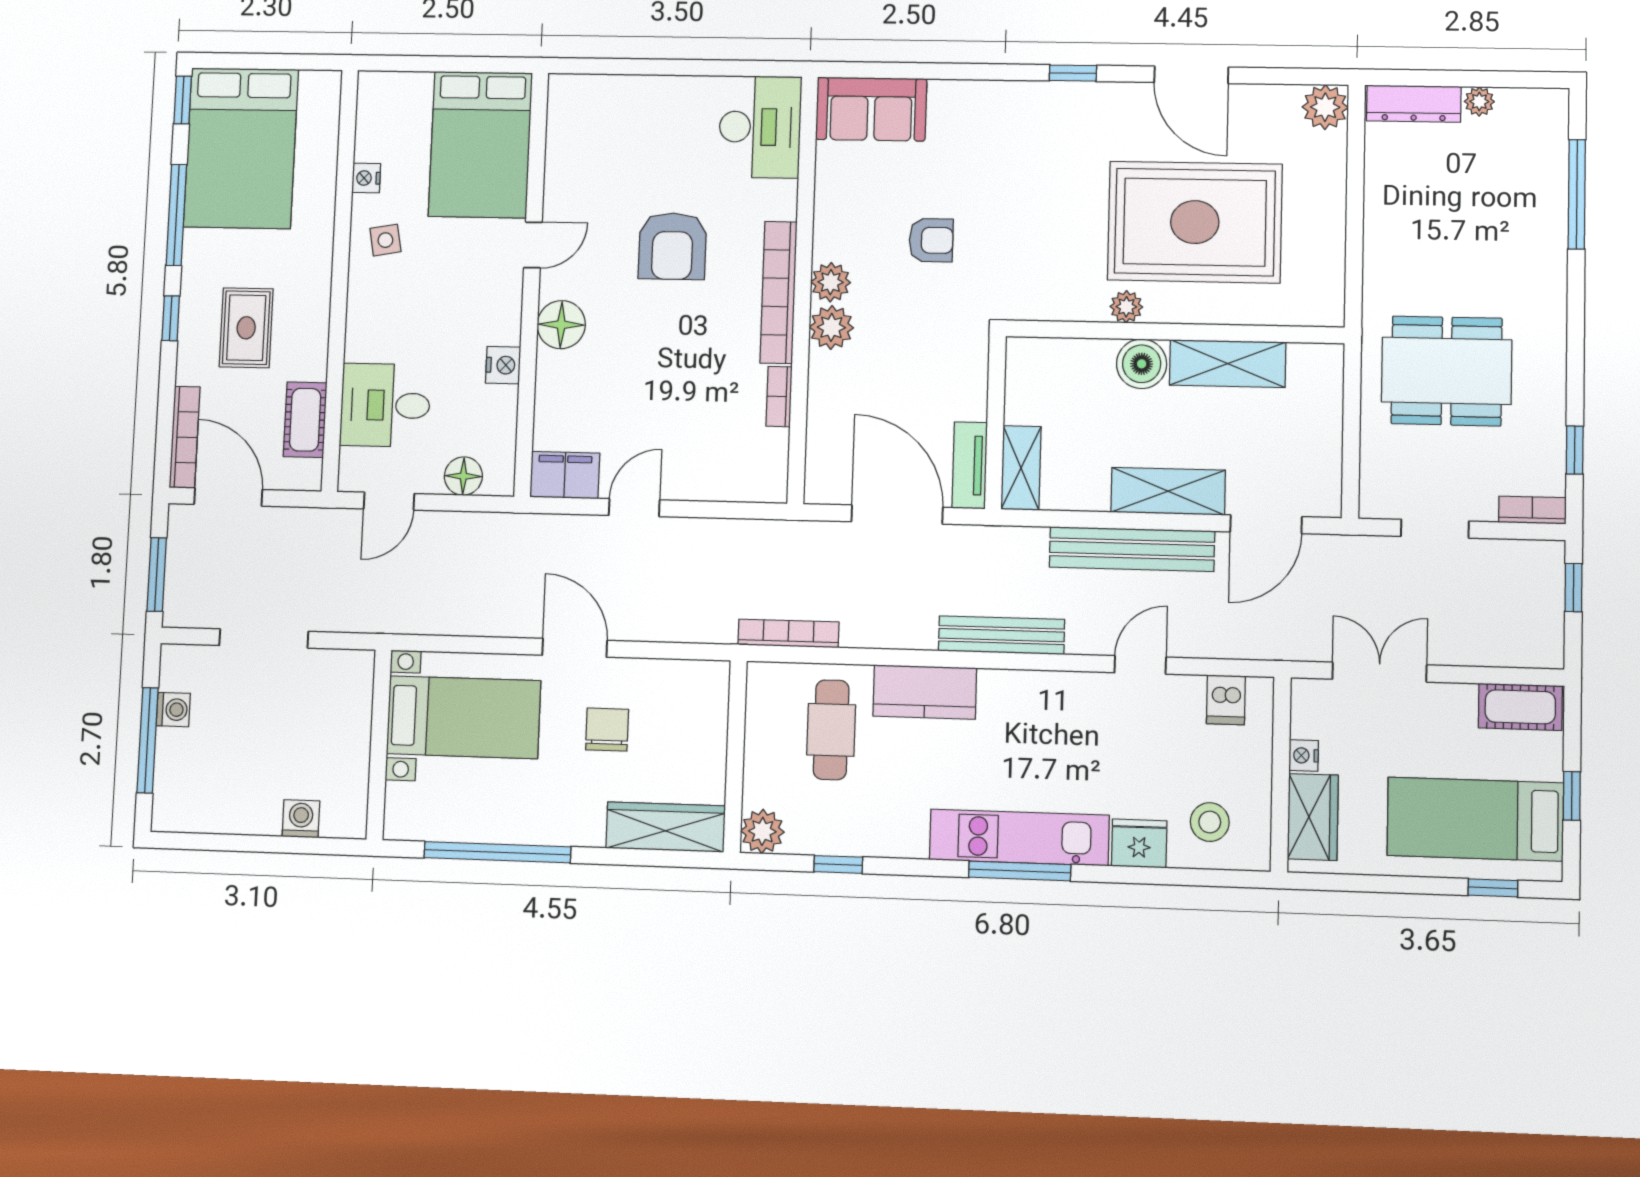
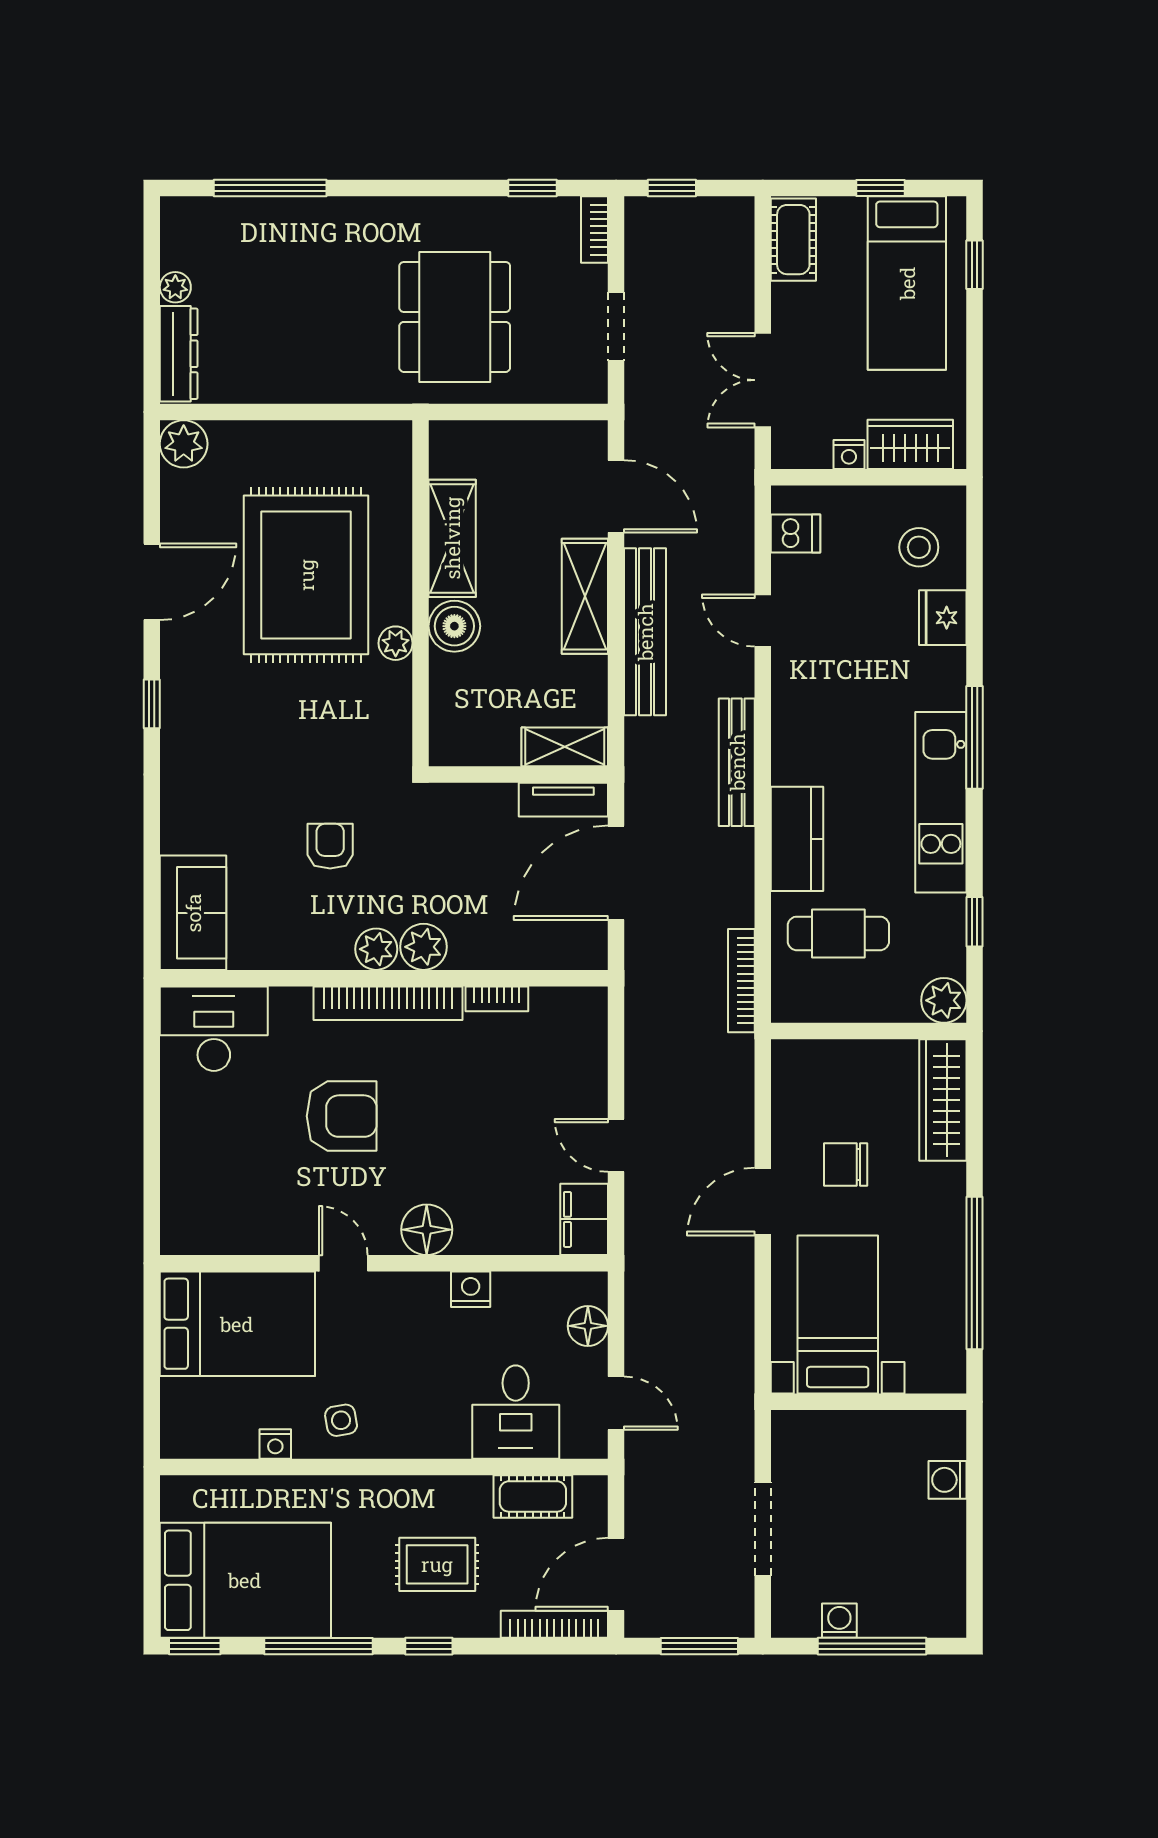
kitchen unit: (1019, 837) -> (941, 802), moved

